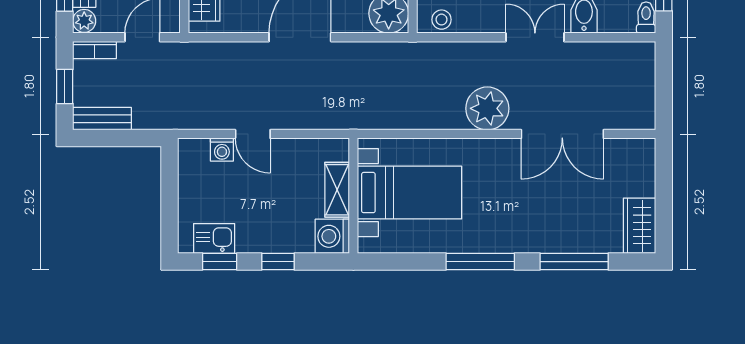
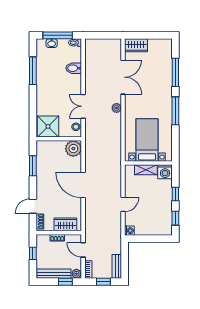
double door: (535, 37) -> (83, 106), moved
plant: (487, 108) -> (117, 108), width x0.53, depth x0.53
washing machine: (222, 149) -> (129, 231), moved
wardrobe: (640, 226) -> (136, 45), moved
kitchen sink: (214, 239) -> (166, 220), removed

